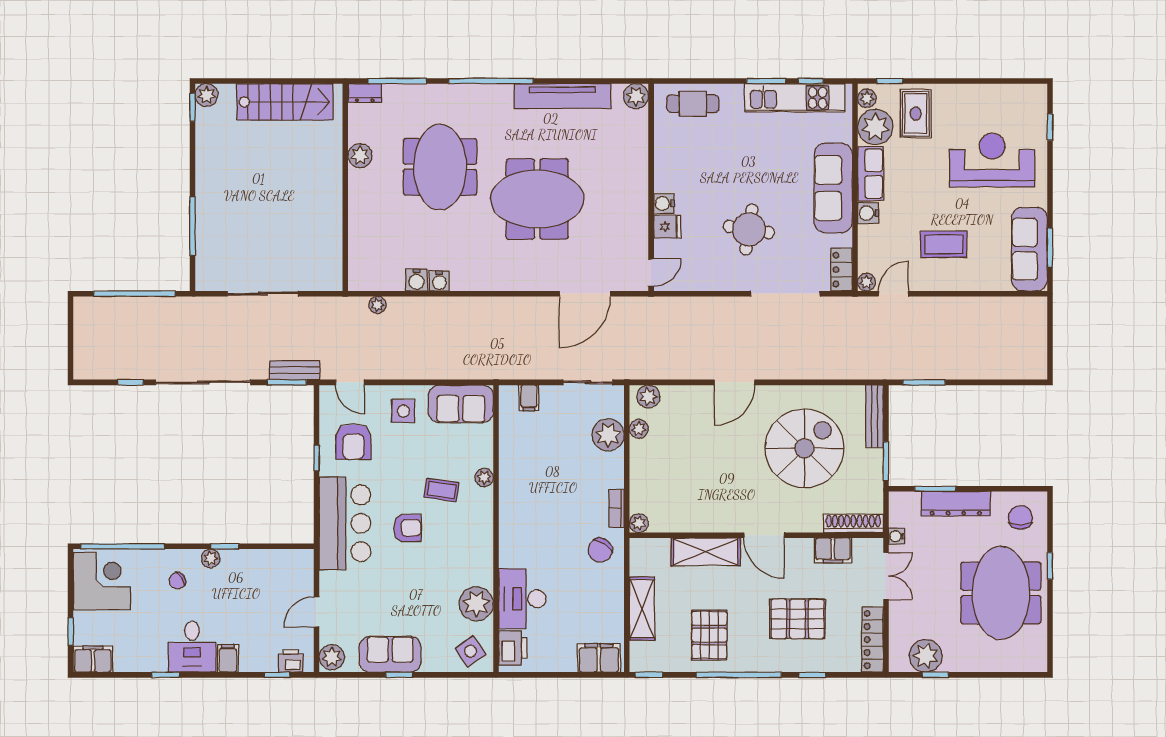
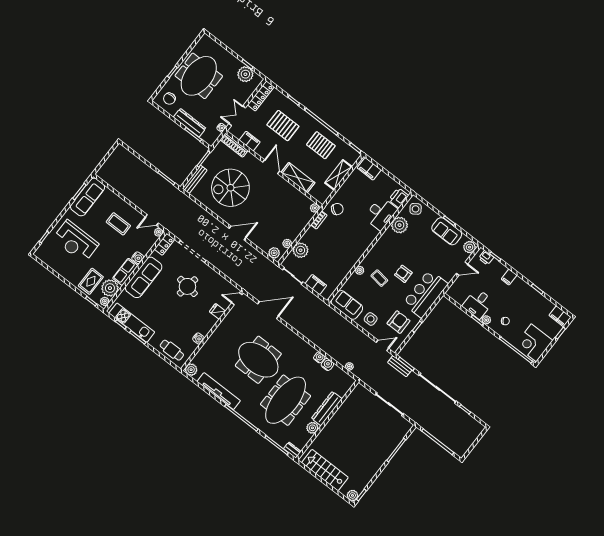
meeting table: (440, 167) -> (286, 400), width x1.36
water cooler: (664, 204) -> (198, 338), moved
dresser: (361, 206) -> (327, 409), added
door: (350, 382) -> (382, 345), hinge flipped
filing cabinet: (529, 398) -> (316, 284), width x2.00
pallet: (709, 635) -> (321, 145), turned 90
desk: (192, 647) -> (478, 304), moved, turned 180

